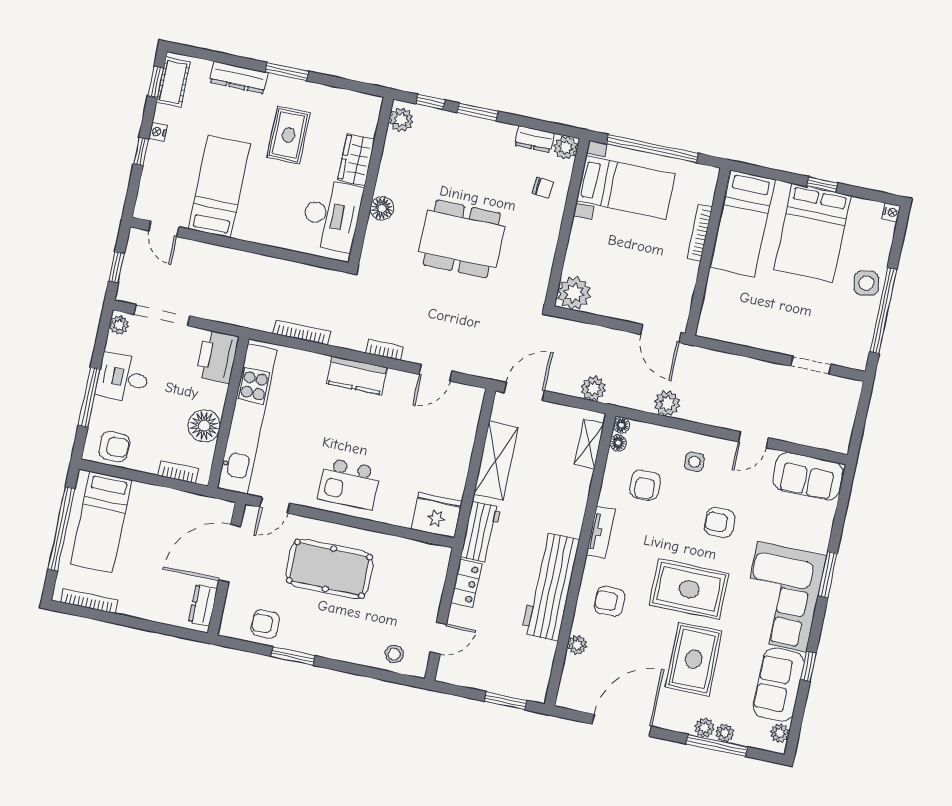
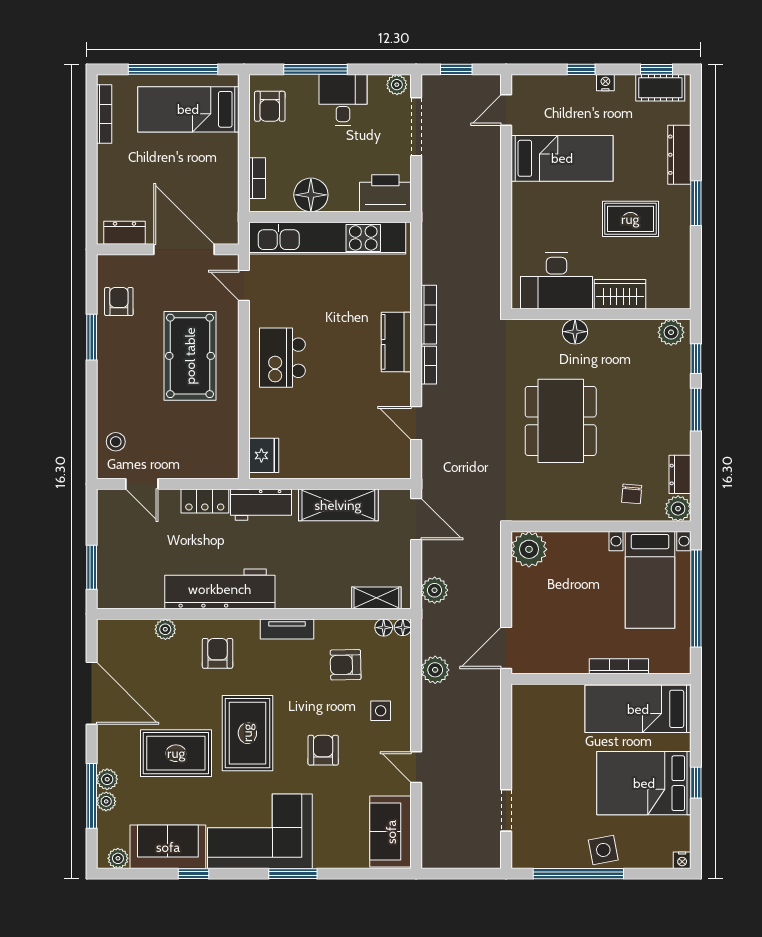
bookcase: (301, 332) -> (429, 315), moved
fridge: (437, 515) -> (264, 455), width x0.73, depth x0.75

